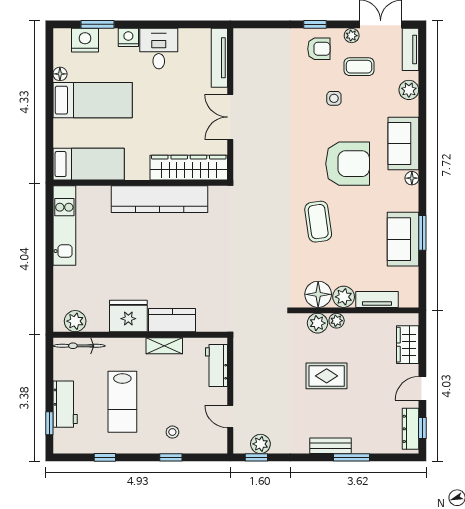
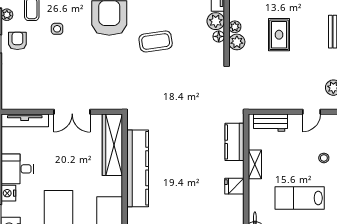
floor lamp: (318, 294) -> (219, 36), width x0.53, depth x0.53
fridge: (128, 316) -> (234, 186), width x0.53, depth x0.75
kitchen counter: (172, 320) -> (234, 142), moved
lab bench: (122, 402) -> (300, 198), turned 180

